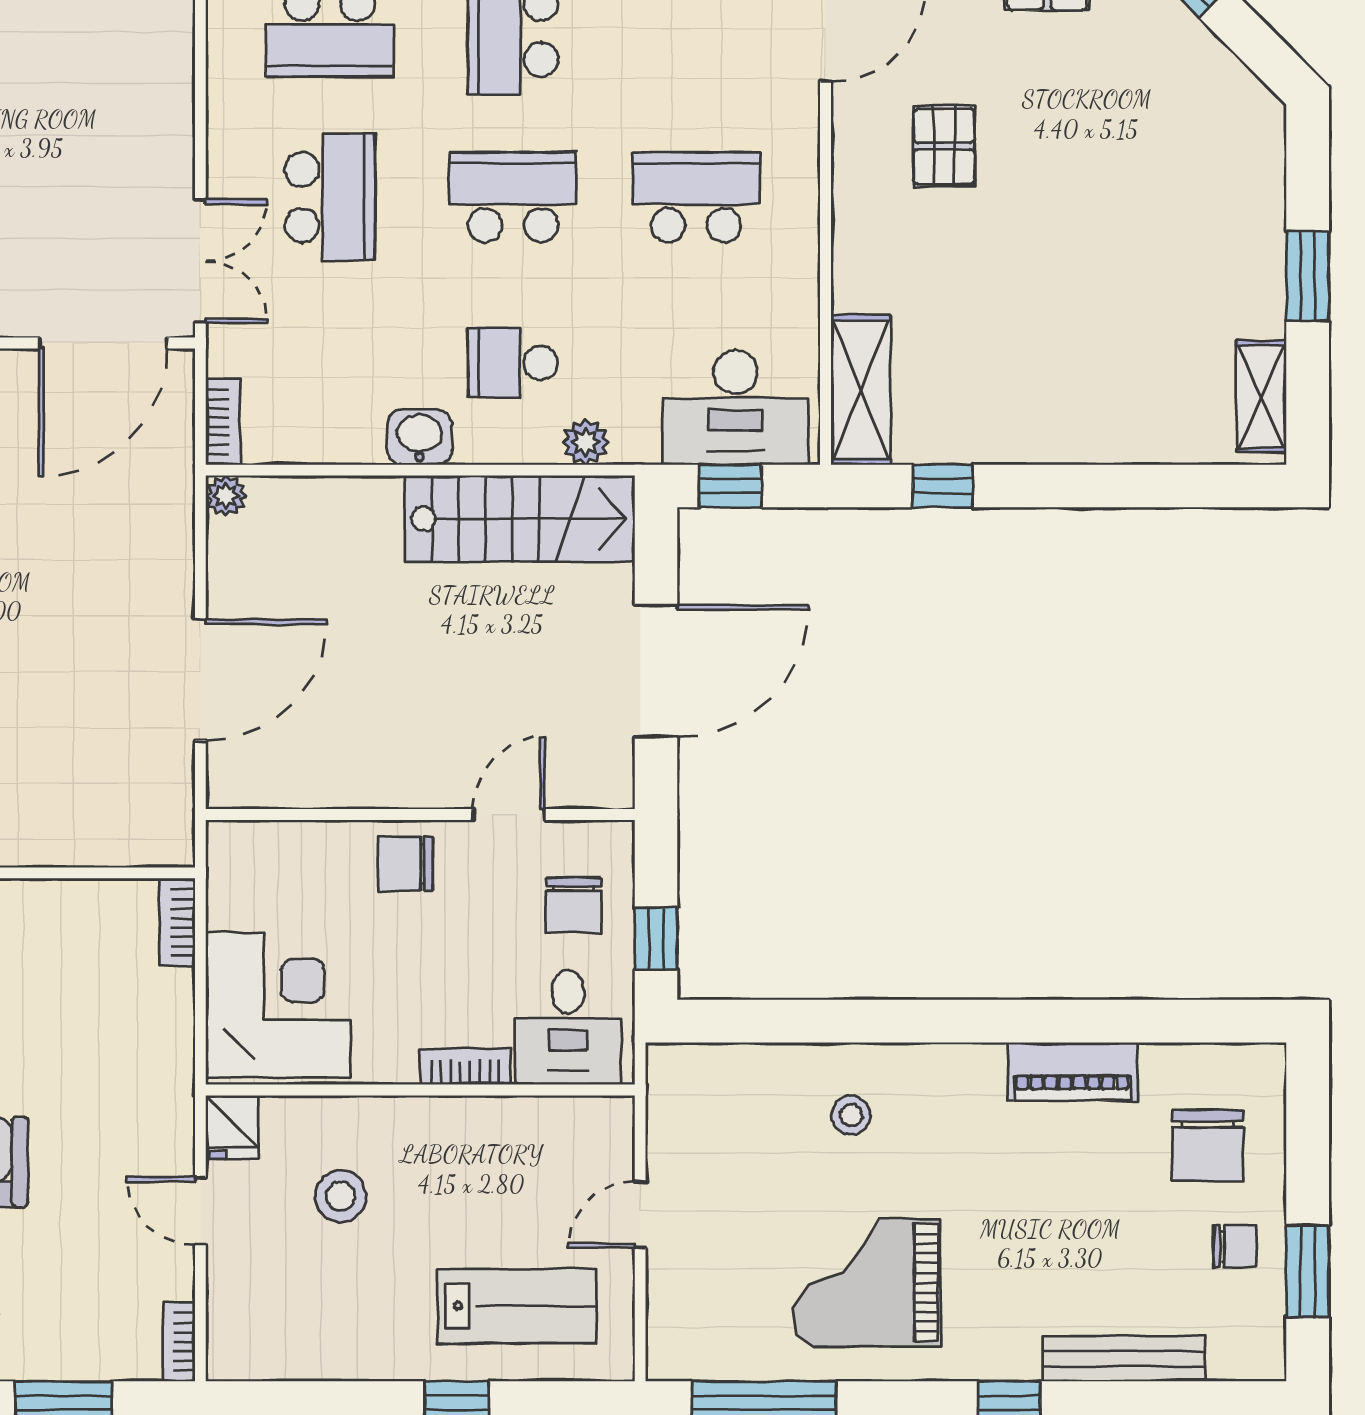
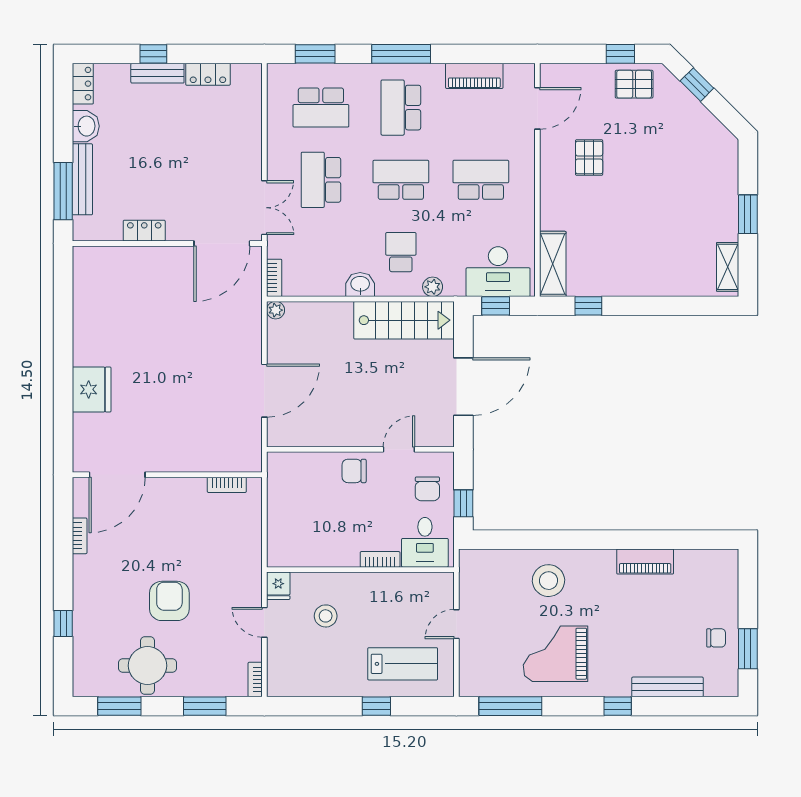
school desk: (330, 197) -> (321, 180), turned 180
school desk: (513, 363) -> (401, 252), turned 90
bookcase: (177, 922) -> (227, 485), moved, turned -90
corner desk: (278, 1005) -> (298, 533), removed
stool: (851, 1115) -> (548, 581), width x1.89, depth x1.89
chair: (1208, 1145) -> (704, 594), removed

